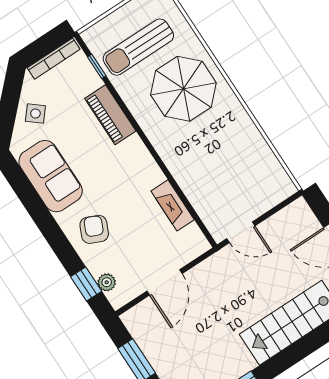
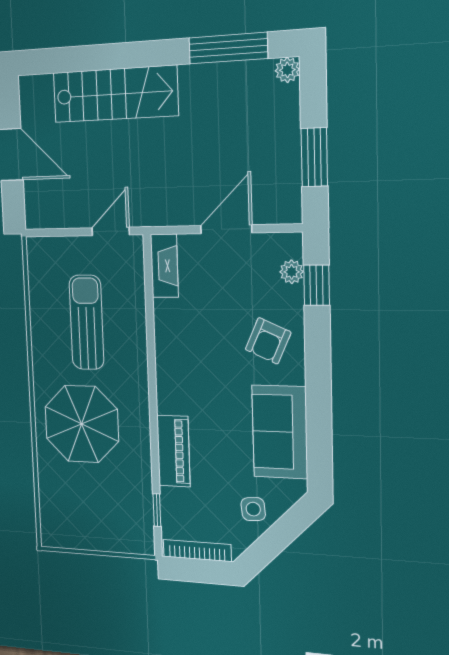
sun lounger: (138, 47) -> (86, 322), moved, turned -90
side table: (35, 114) -> (253, 509), turned 45
fireplace: (173, 205) -> (164, 266), moved
door: (241, 232) -> (111, 231), hinge flipped

